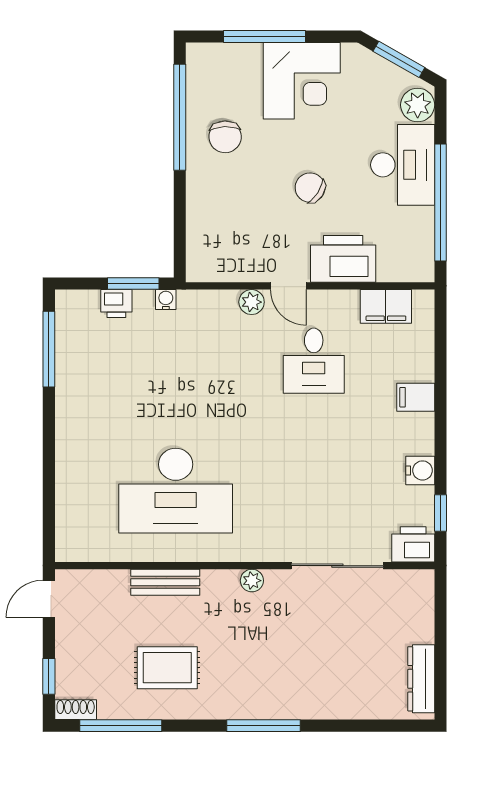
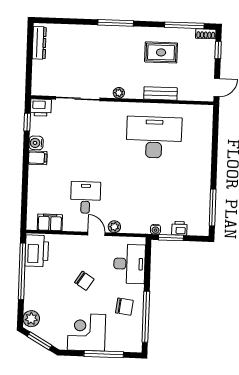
chair: (225, 137) -> (124, 307), turned 99
desk: (403, 165) -> (129, 264), moved, turned 180
printer: (343, 259) -> (37, 251), moved, turned -90
filing cabinet: (416, 397) -> (38, 158), moved

